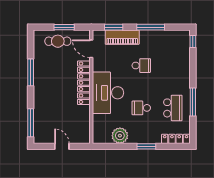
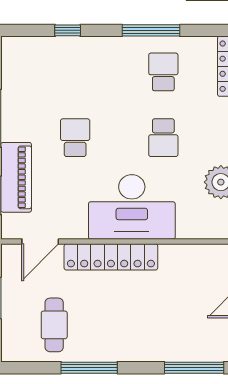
cafe table: (58, 41) -> (54, 325), moved
window: (193, 42) -> (68, 30), moved
school desk: (173, 108) -> (163, 72), width x0.54

